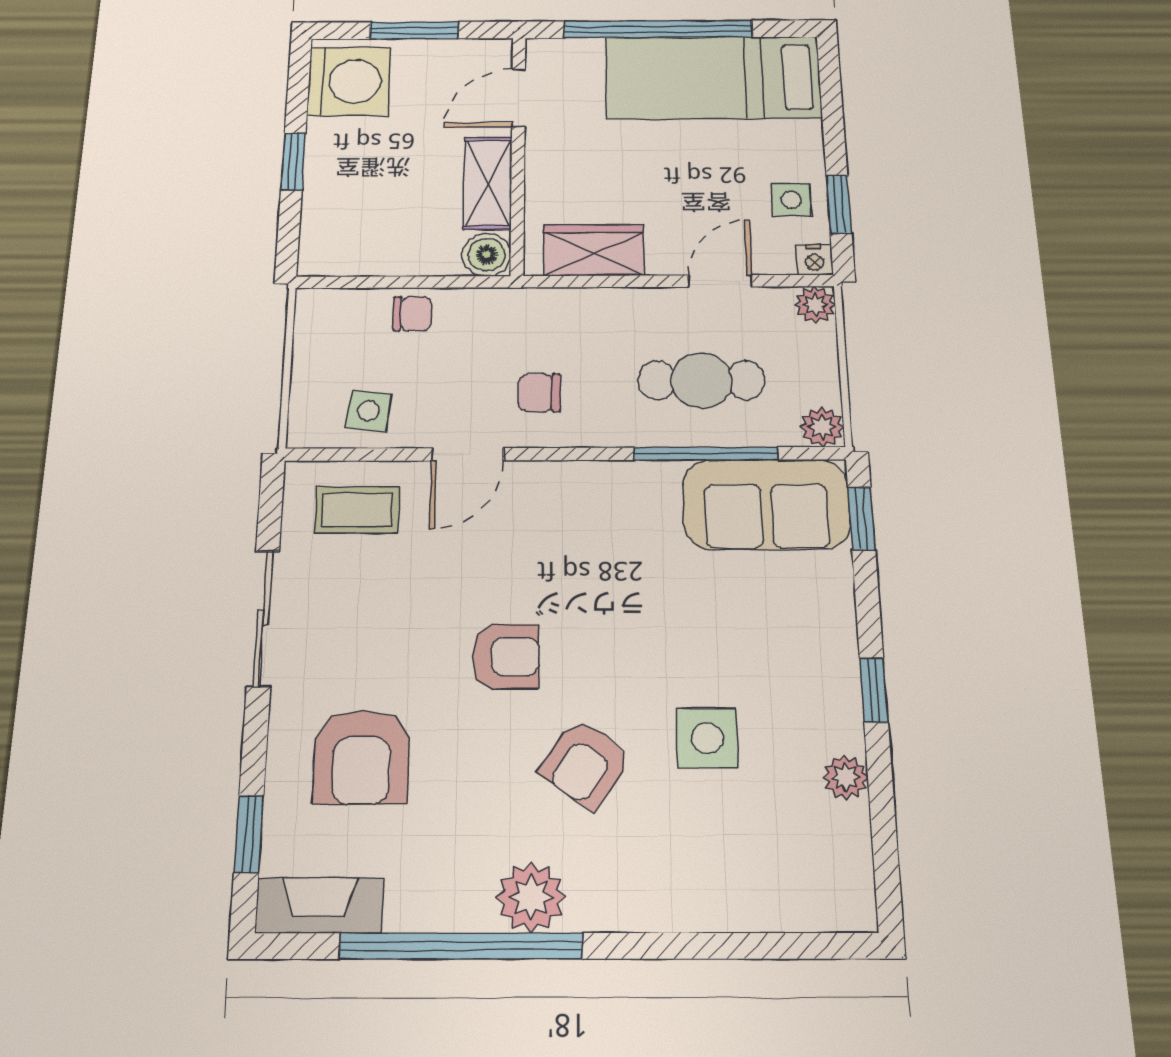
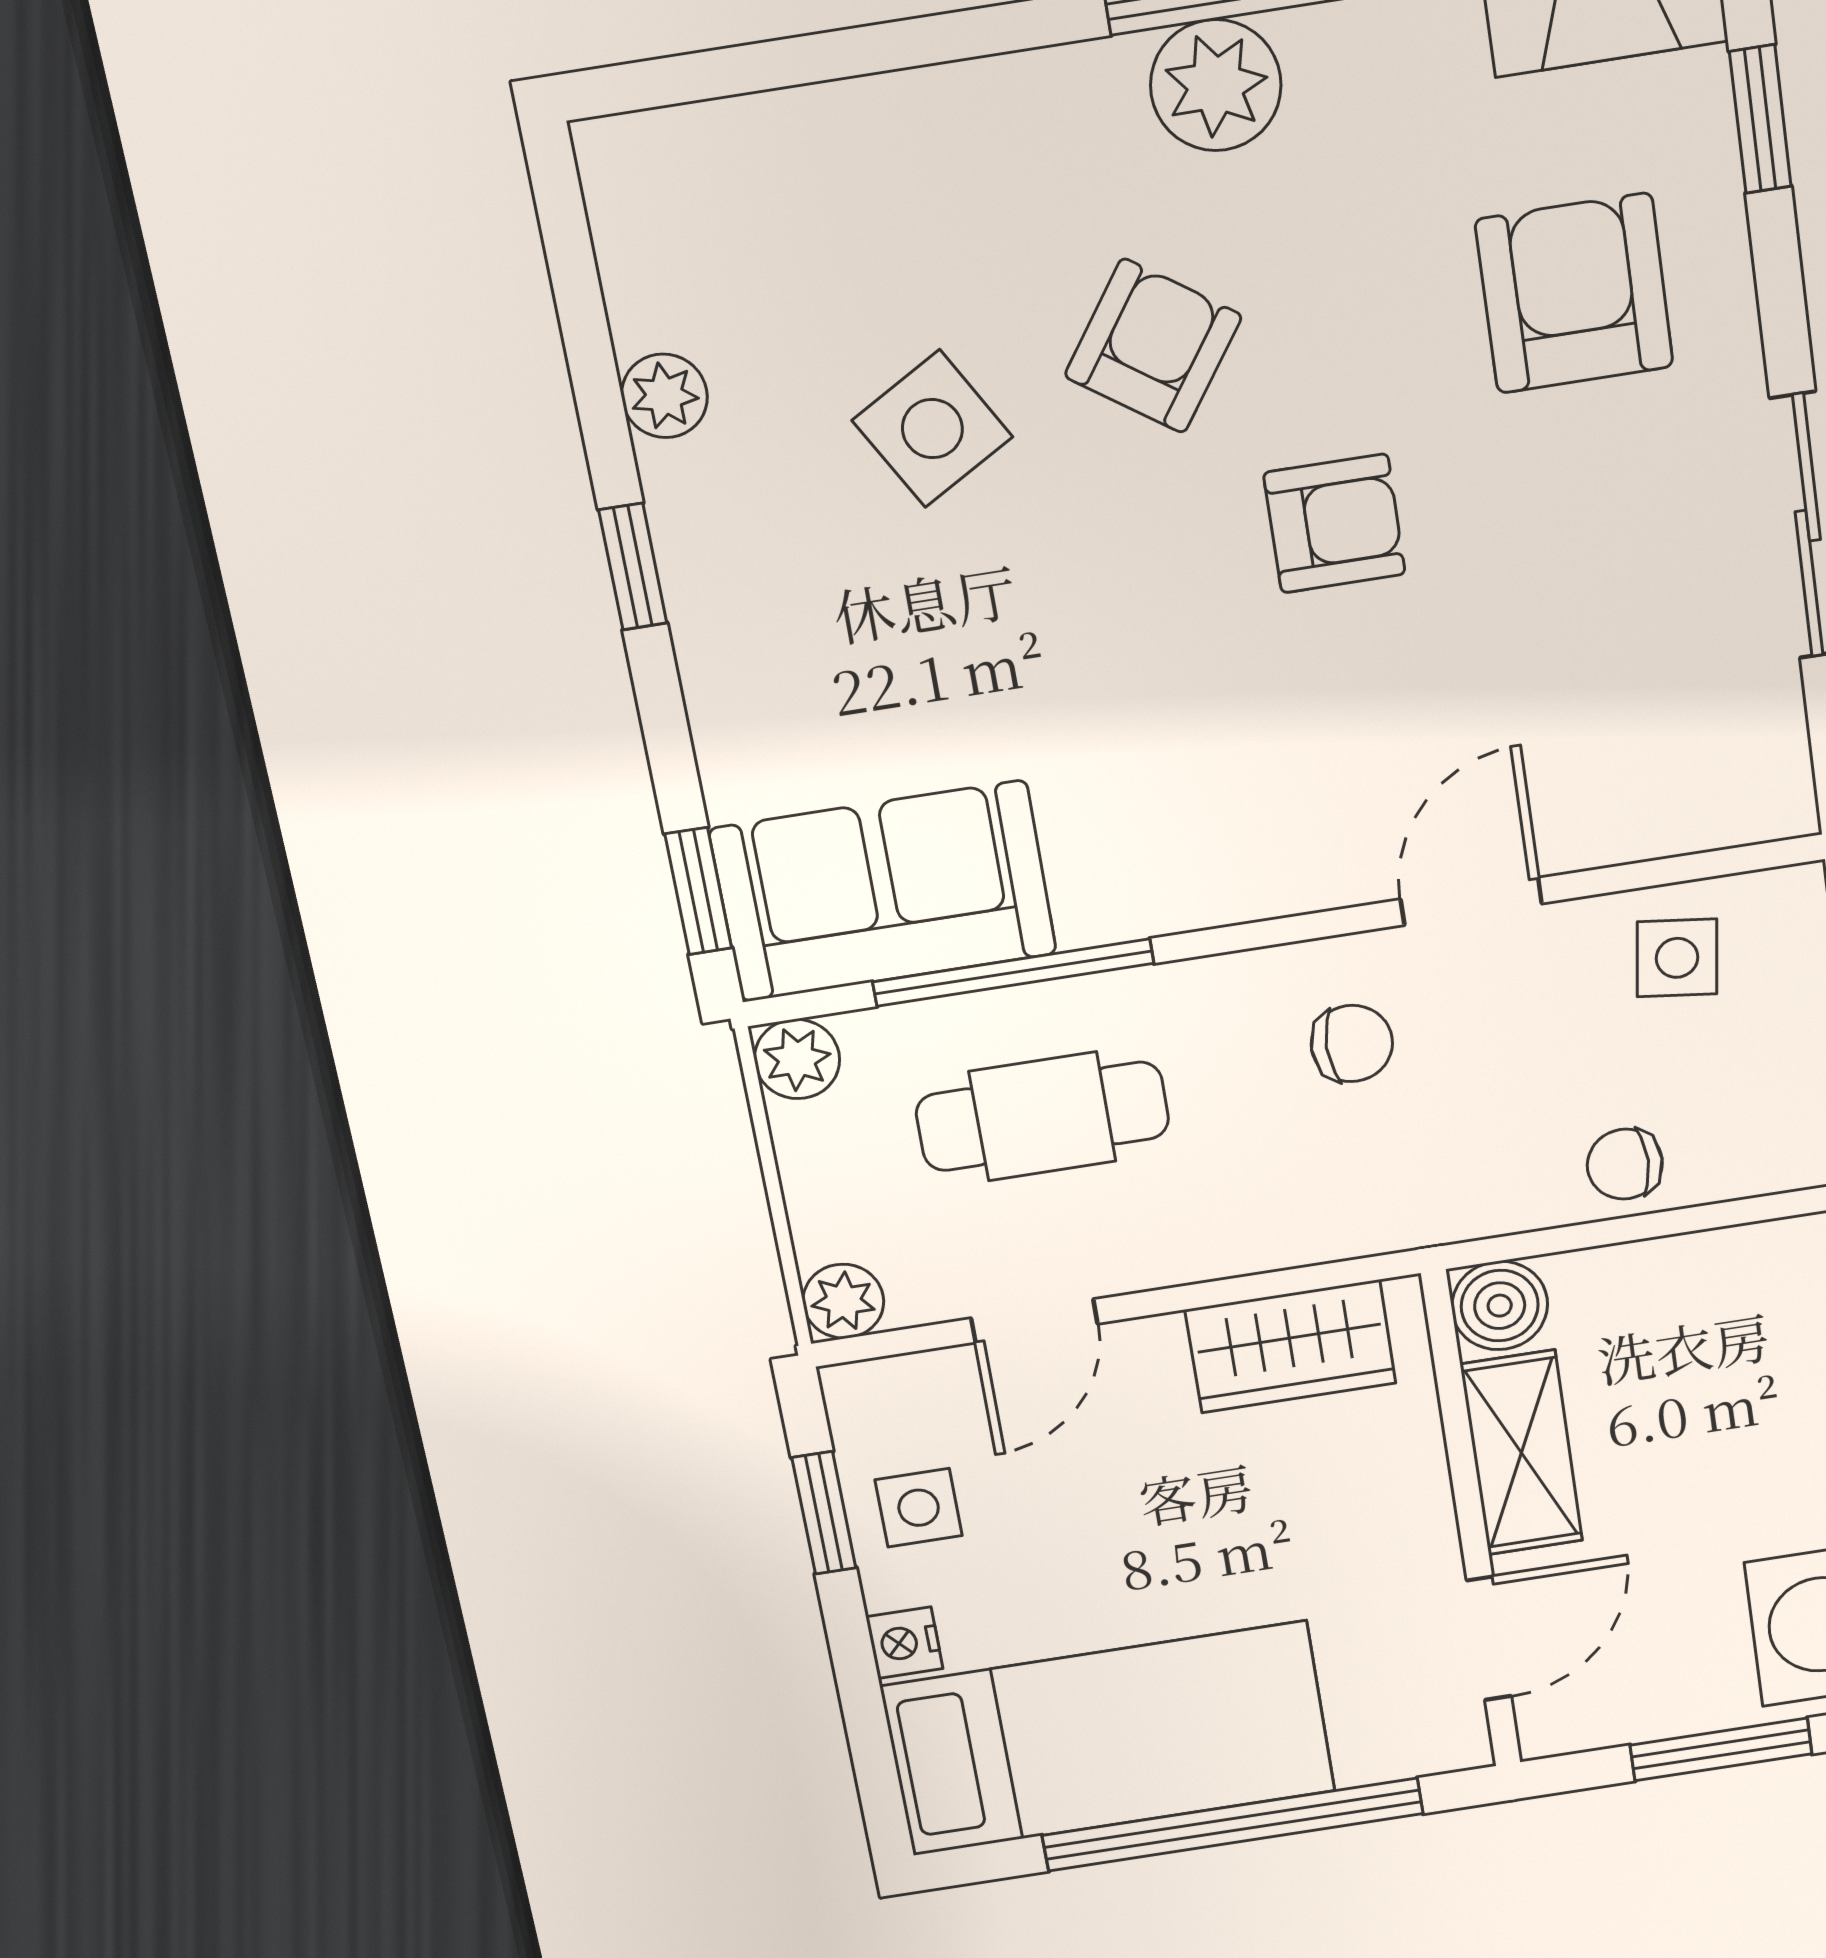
nightstand: (814, 260) -> (904, 1643), moved, turned -90
coffee table: (357, 510) -> (1665, 761), removed
armchair: (506, 656) -> (1334, 524), turned 180
side table: (707, 738) -> (932, 429), turned -30

